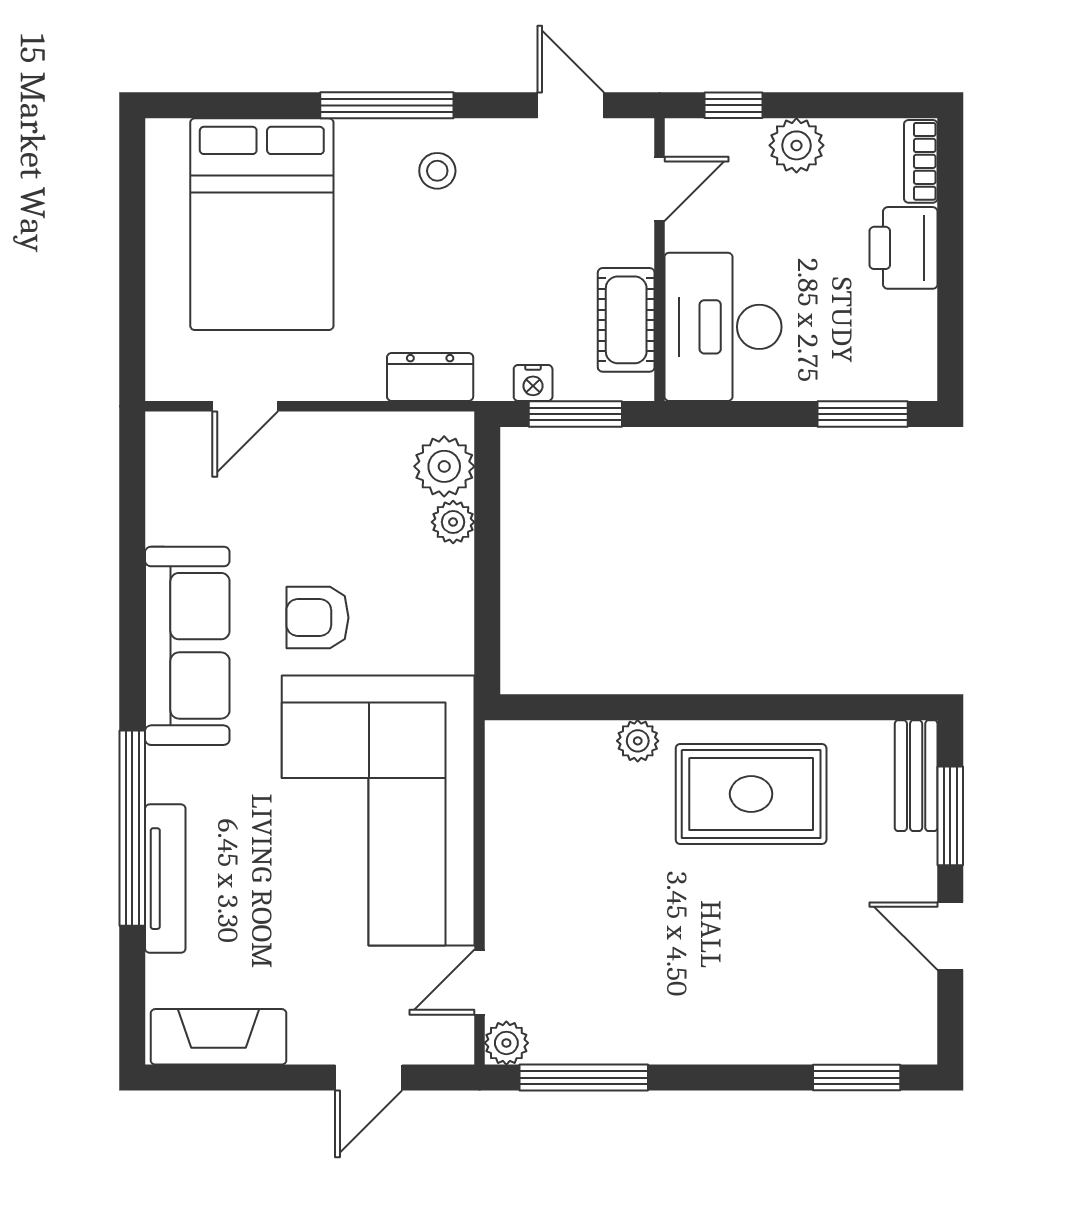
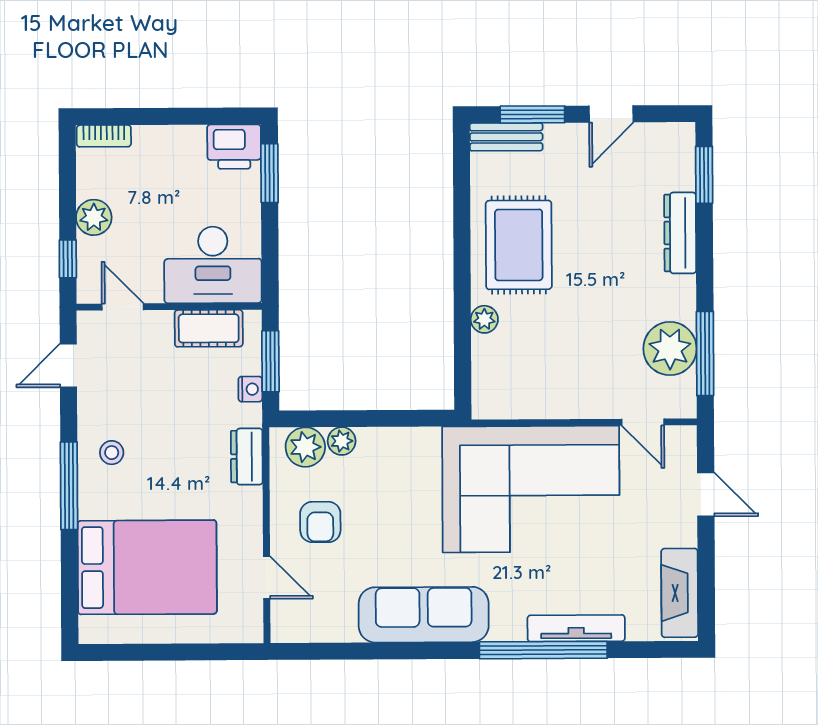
printer: (903, 248) -> (234, 147), moved
armchair: (317, 618) -> (320, 522), moved
dresser: (768, 1041) -> (680, 233), added
plant: (506, 1043) -> (670, 349), moved, width x1.87, depth x1.87

